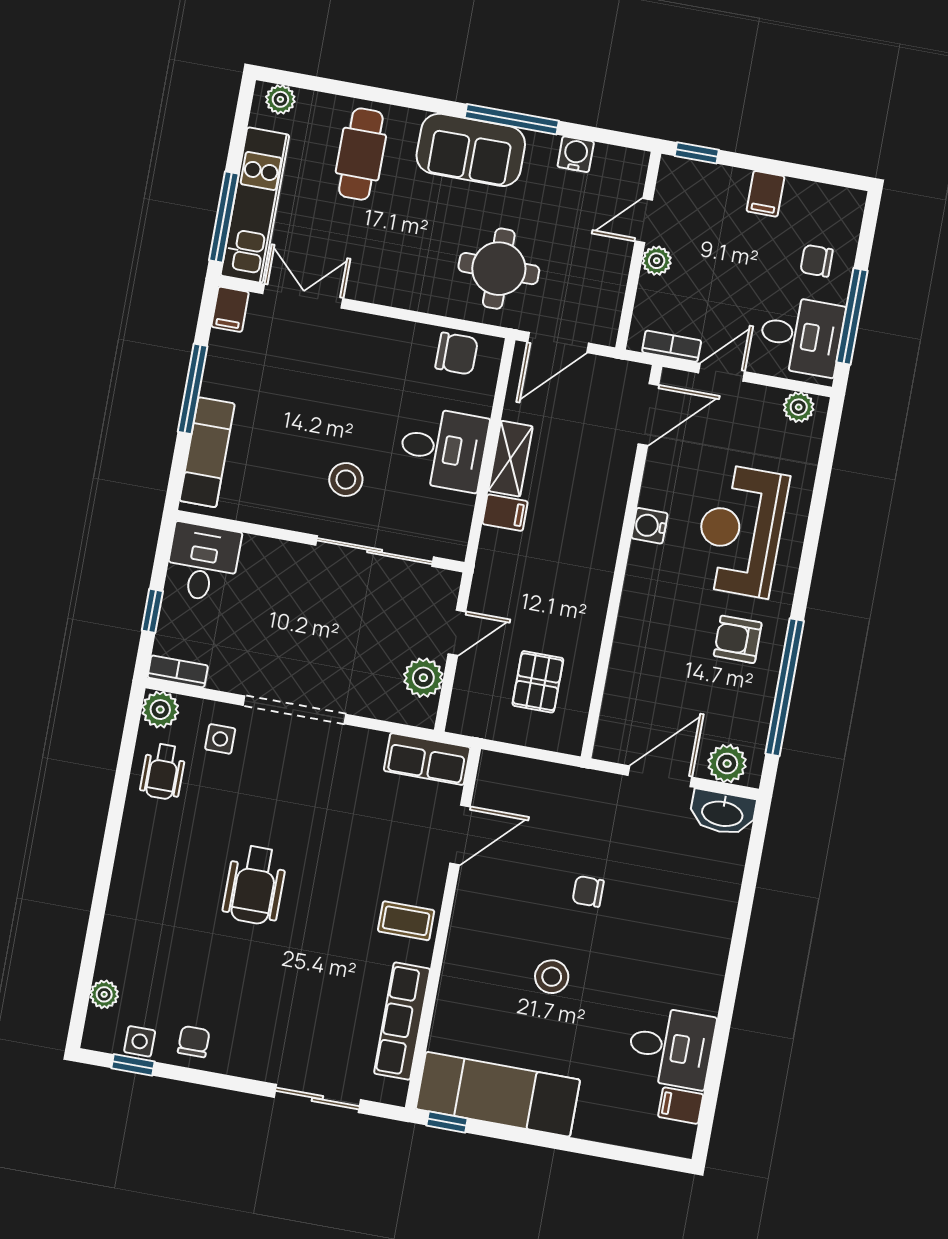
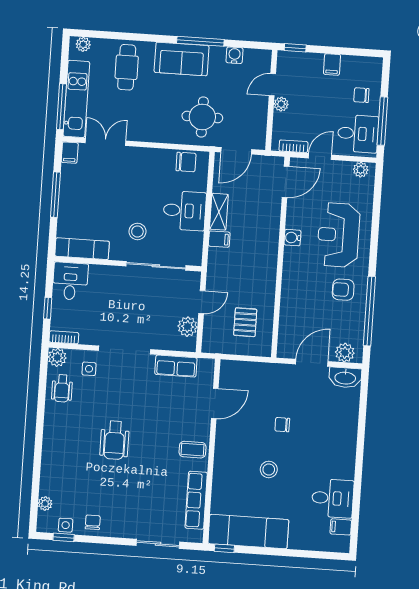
exam couch: (207, 452) -> (82, 249), moved, turned -90
row of seats: (427, 759) -> (176, 366), moved

